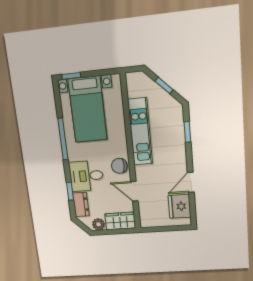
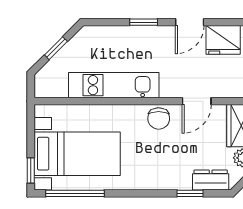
window: (187, 132) -> (144, 22), moved
window: (63, 139) -> (75, 193), moved
desk: (86, 176) -> (169, 167), removed
door: (191, 182) -> (190, 22), hinge flipped

